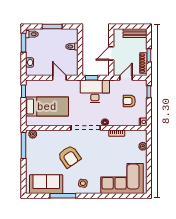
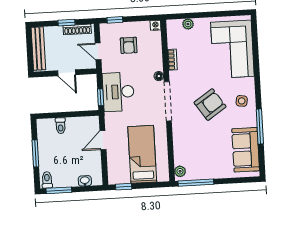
bench: (135, 33) -> (38, 49), width x1.36
armchair: (69, 157) -> (210, 105), moved

